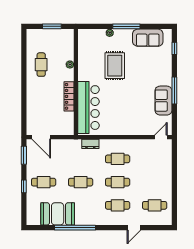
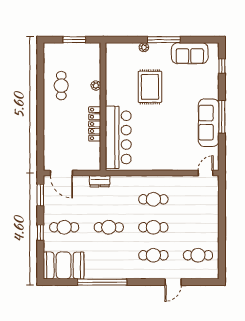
sofa: (163, 101) -> (209, 123), width x1.36
dresser: (90, 144) -> (100, 181), moved
booth: (58, 214) -> (64, 266), moved

